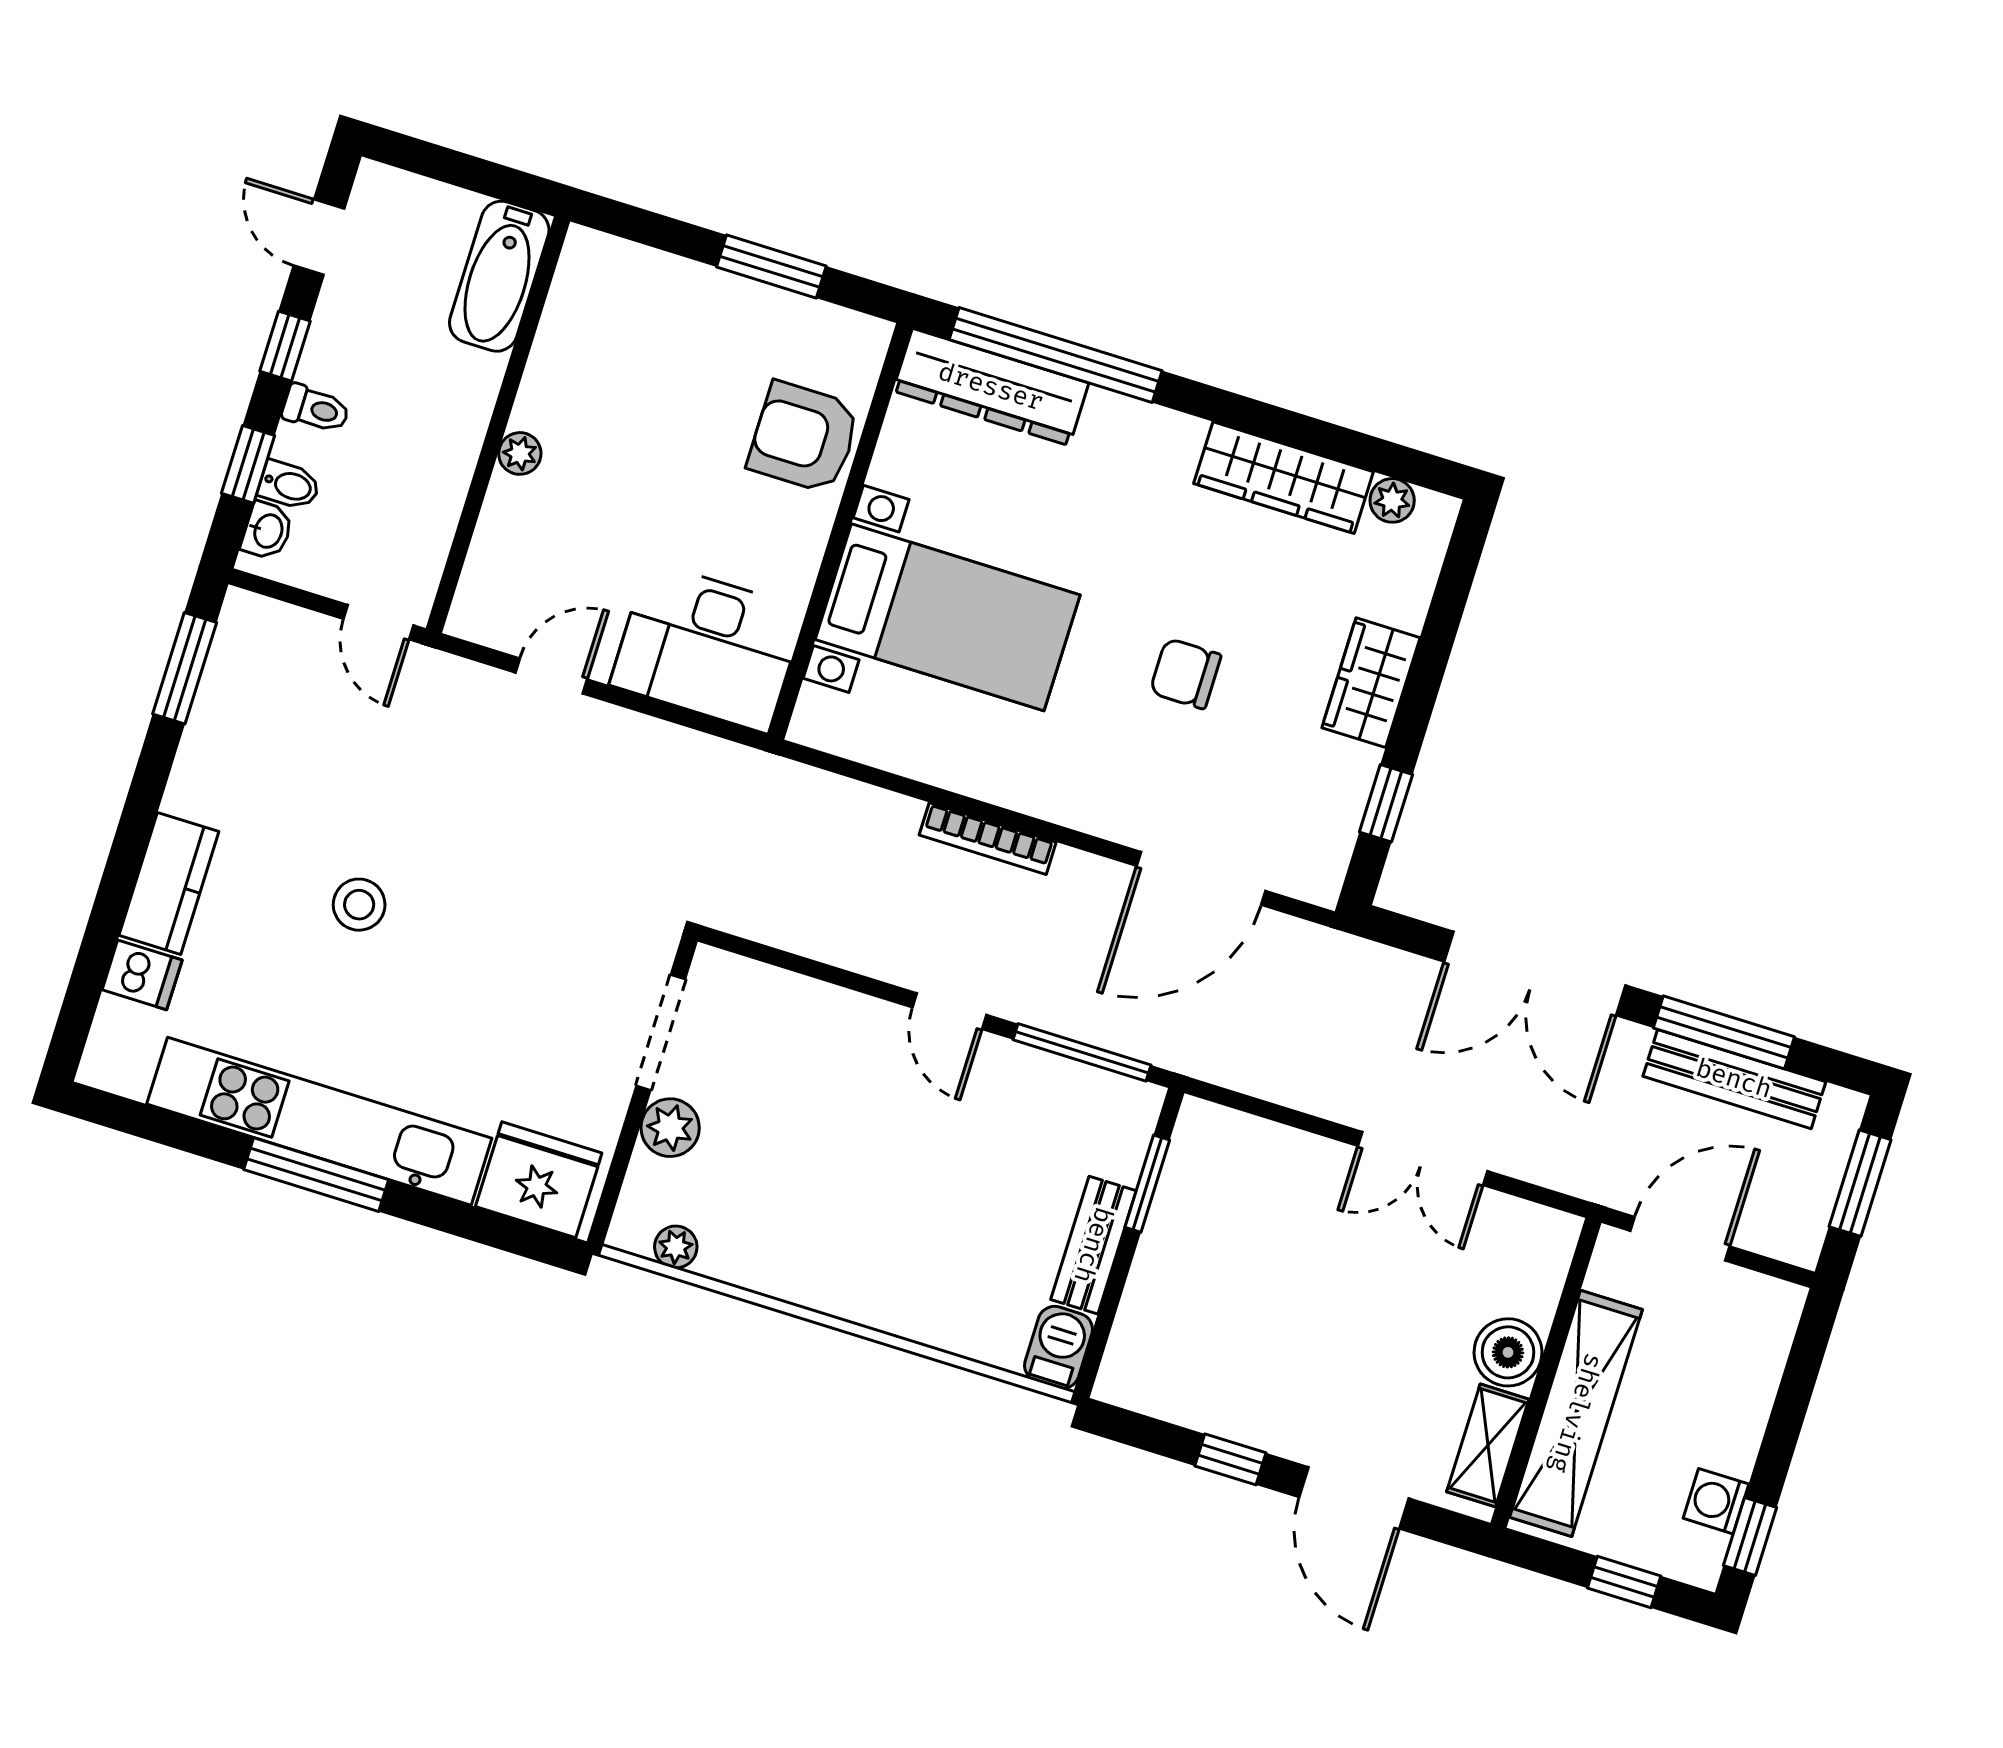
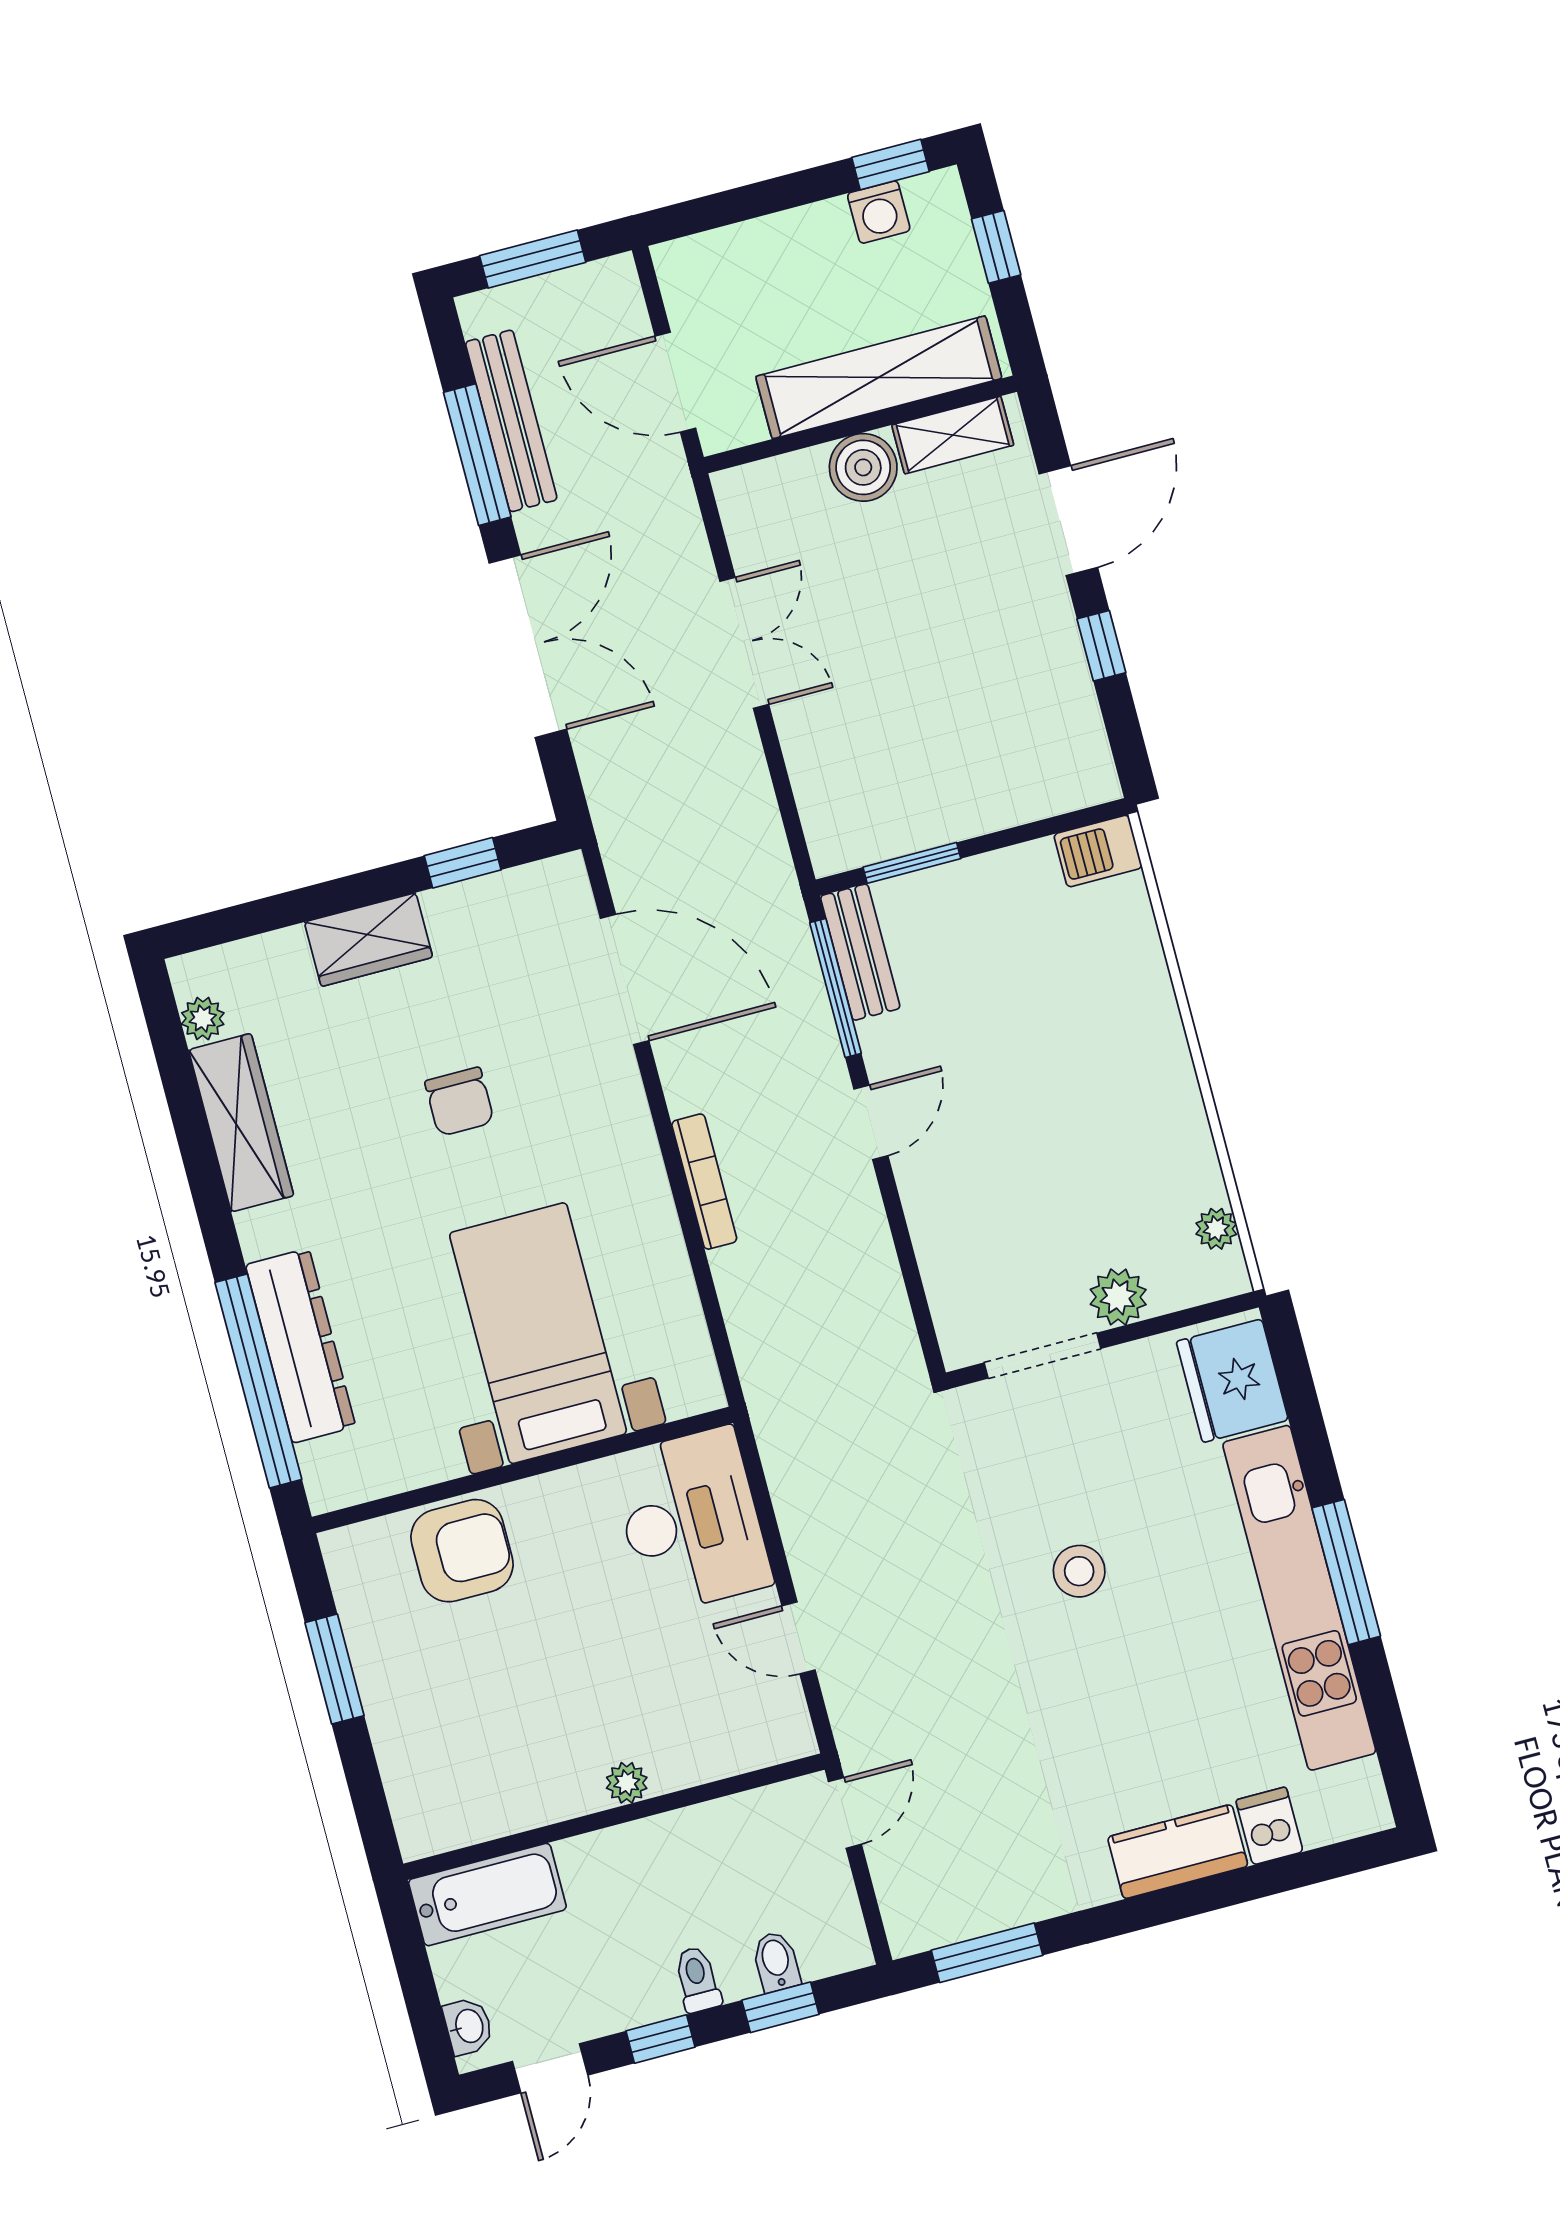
dresser: (991, 387) -> (301, 1346), moved
armchair: (804, 437) -> (462, 1551), turned -90
washbasin: (267, 531) -> (468, 2026), moved, turned 90
stool: (359, 905) -> (1079, 1571), moved
bench: (1093, 1245) -> (860, 952), moved, turned 90

